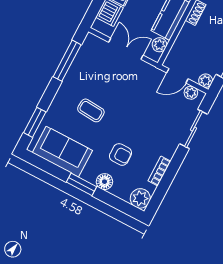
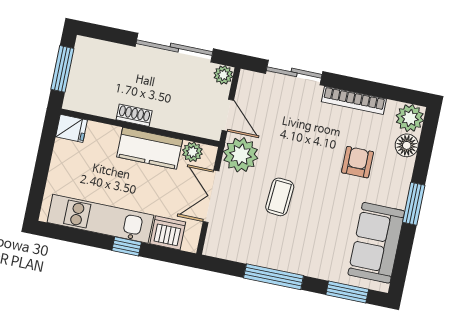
window: (67, 61) -> (274, 277), moved
plant: (191, 93) -> (241, 155), moved, width x1.88, depth x1.88
coffee table: (91, 110) -> (280, 197), moved
bookcase: (159, 171) -> (354, 100), width x1.56
floor lamp: (104, 182) -> (407, 145), moved

